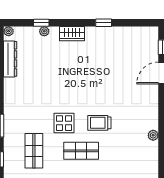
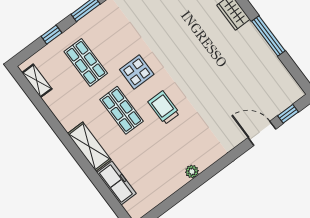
window: (104, 23) -> (268, 36), width x2.17
shop shelf: (34, 151) -> (86, 62), turned 90

